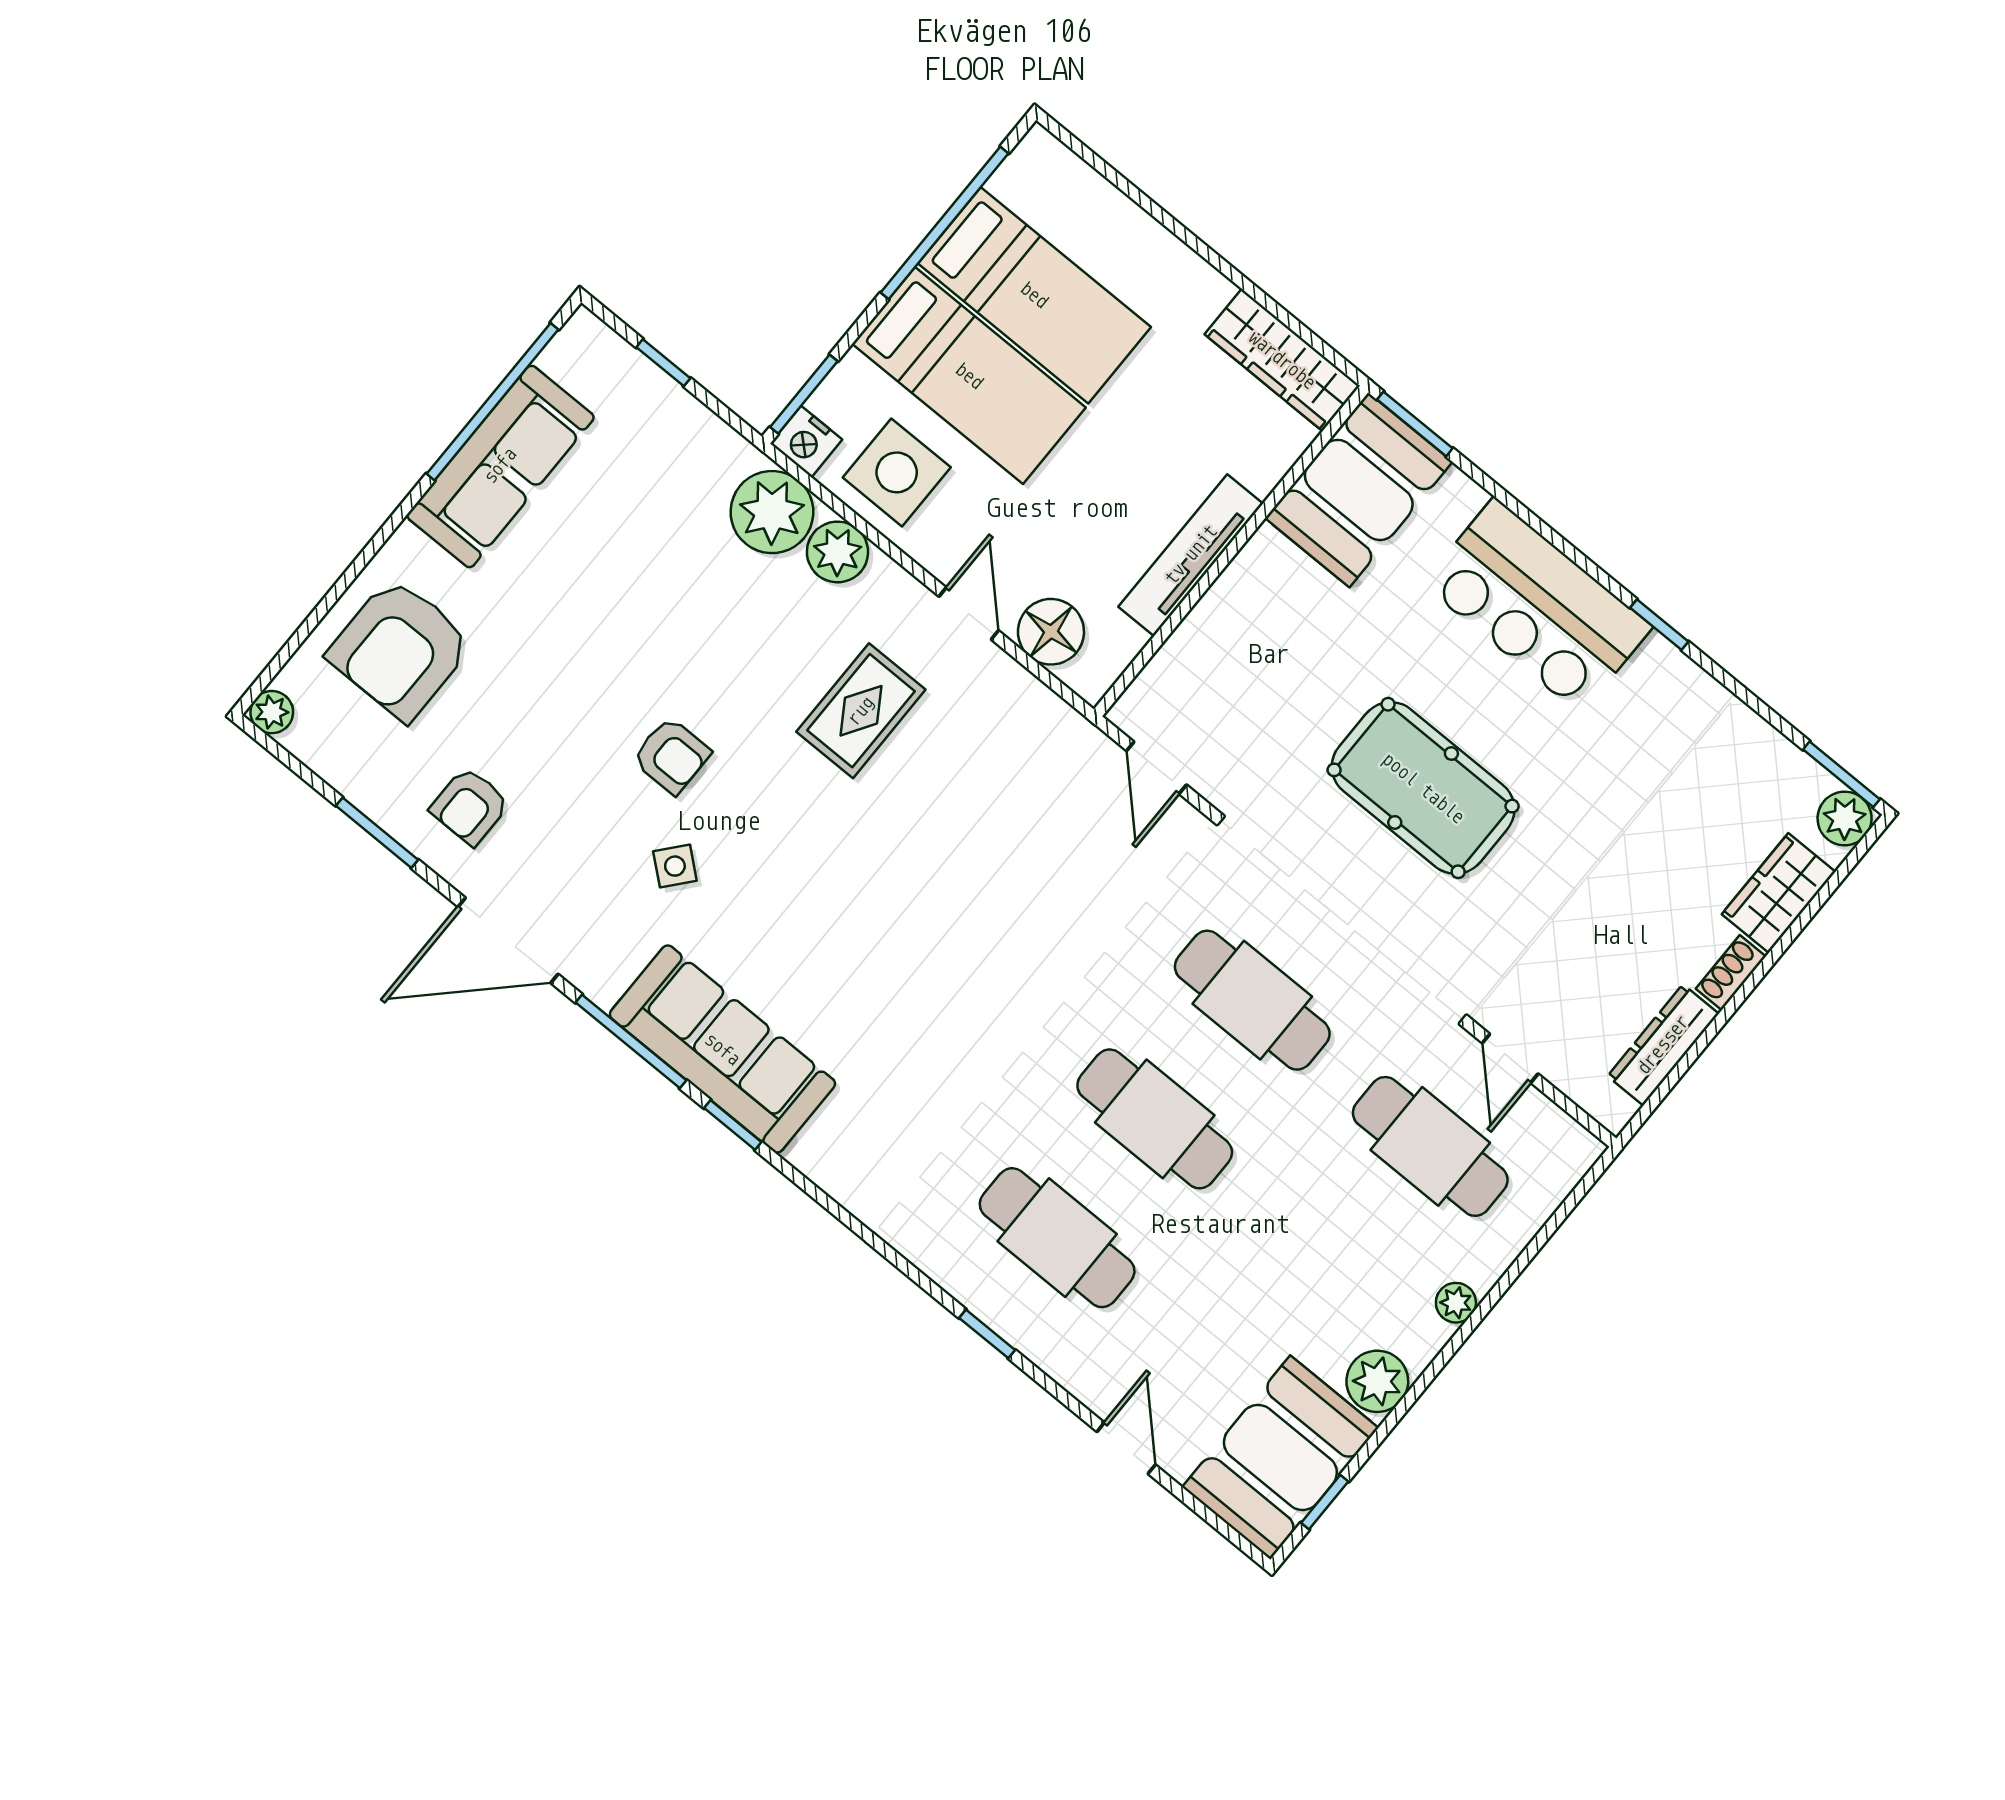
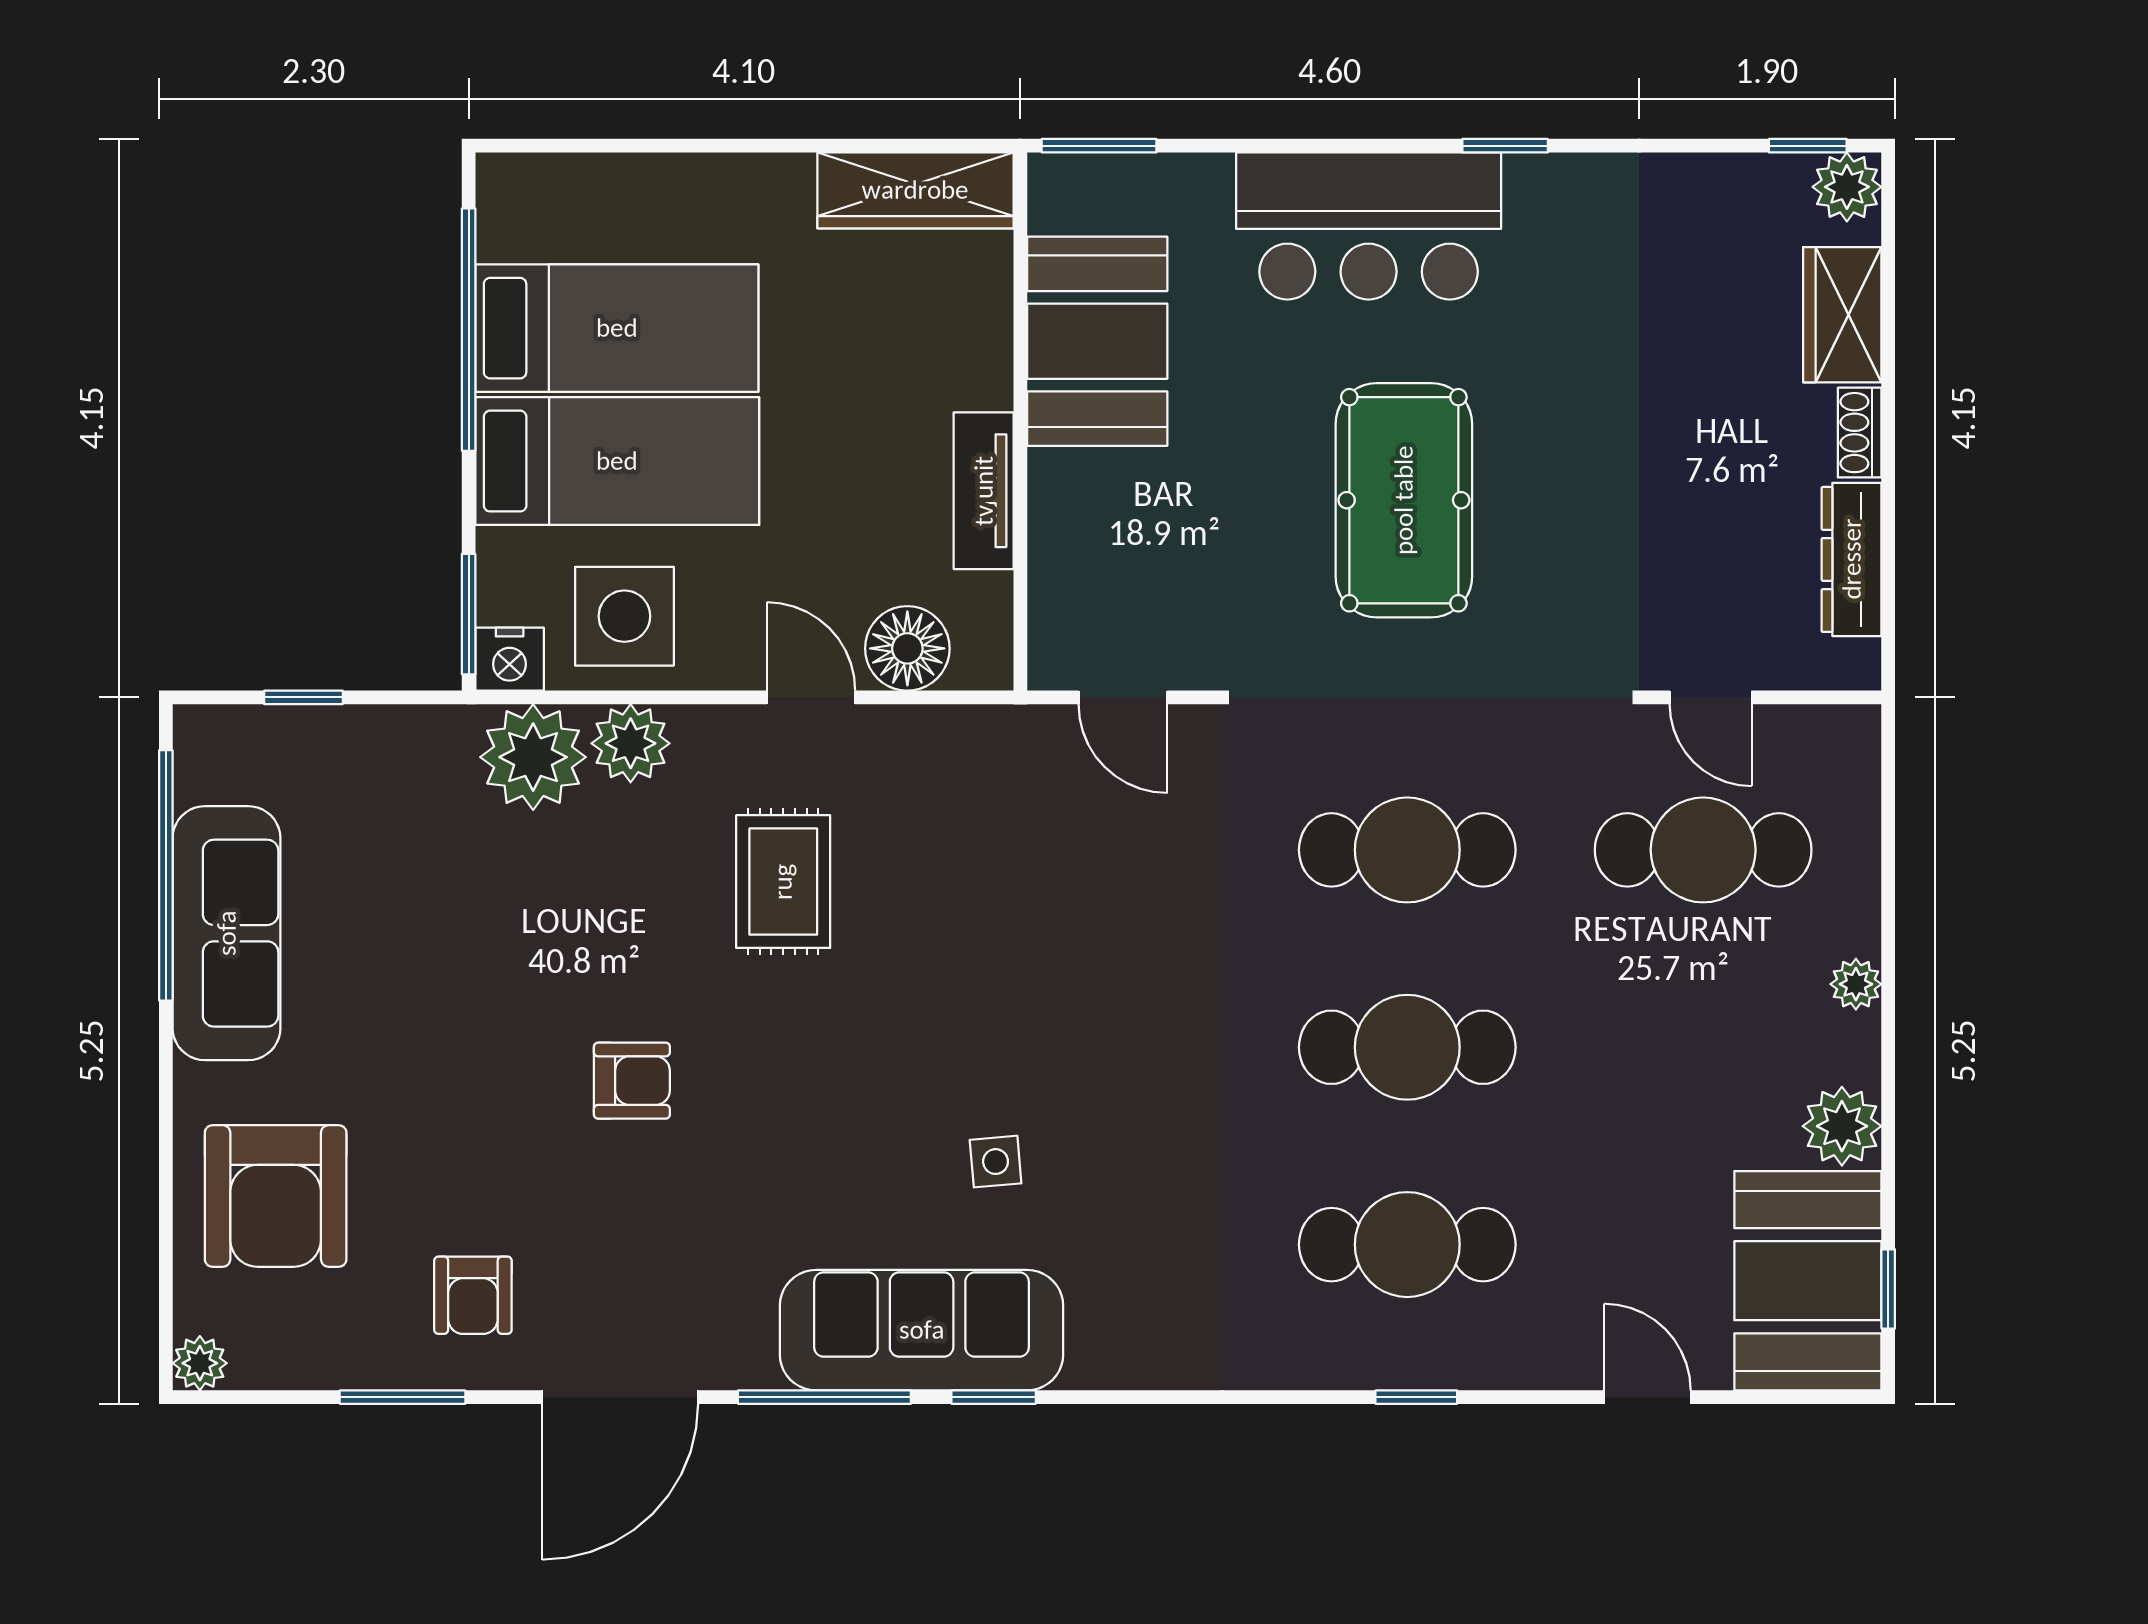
booth: (1359, 490) -> (1097, 341), moved
tv unit: (1191, 555) -> (984, 491), width x0.71
window: (1841, 774) -> (1808, 146), width x0.67
pool table: (1423, 788) -> (1404, 500), turned 90
side table: (675, 866) -> (996, 1162), moved, turned 45

